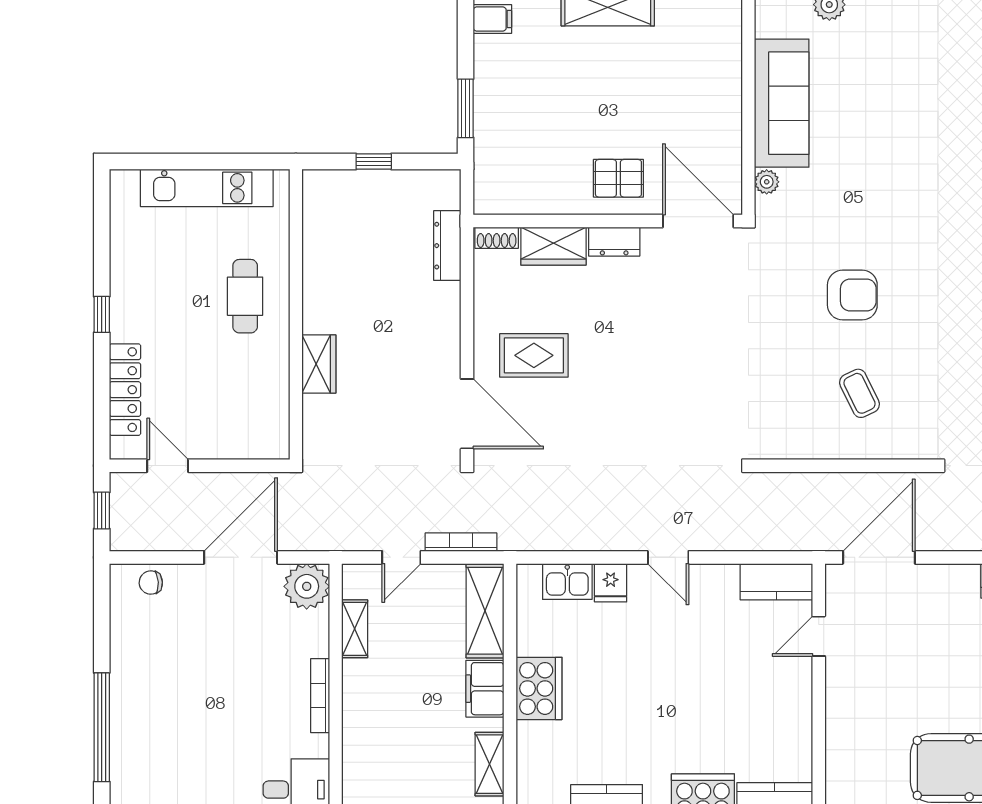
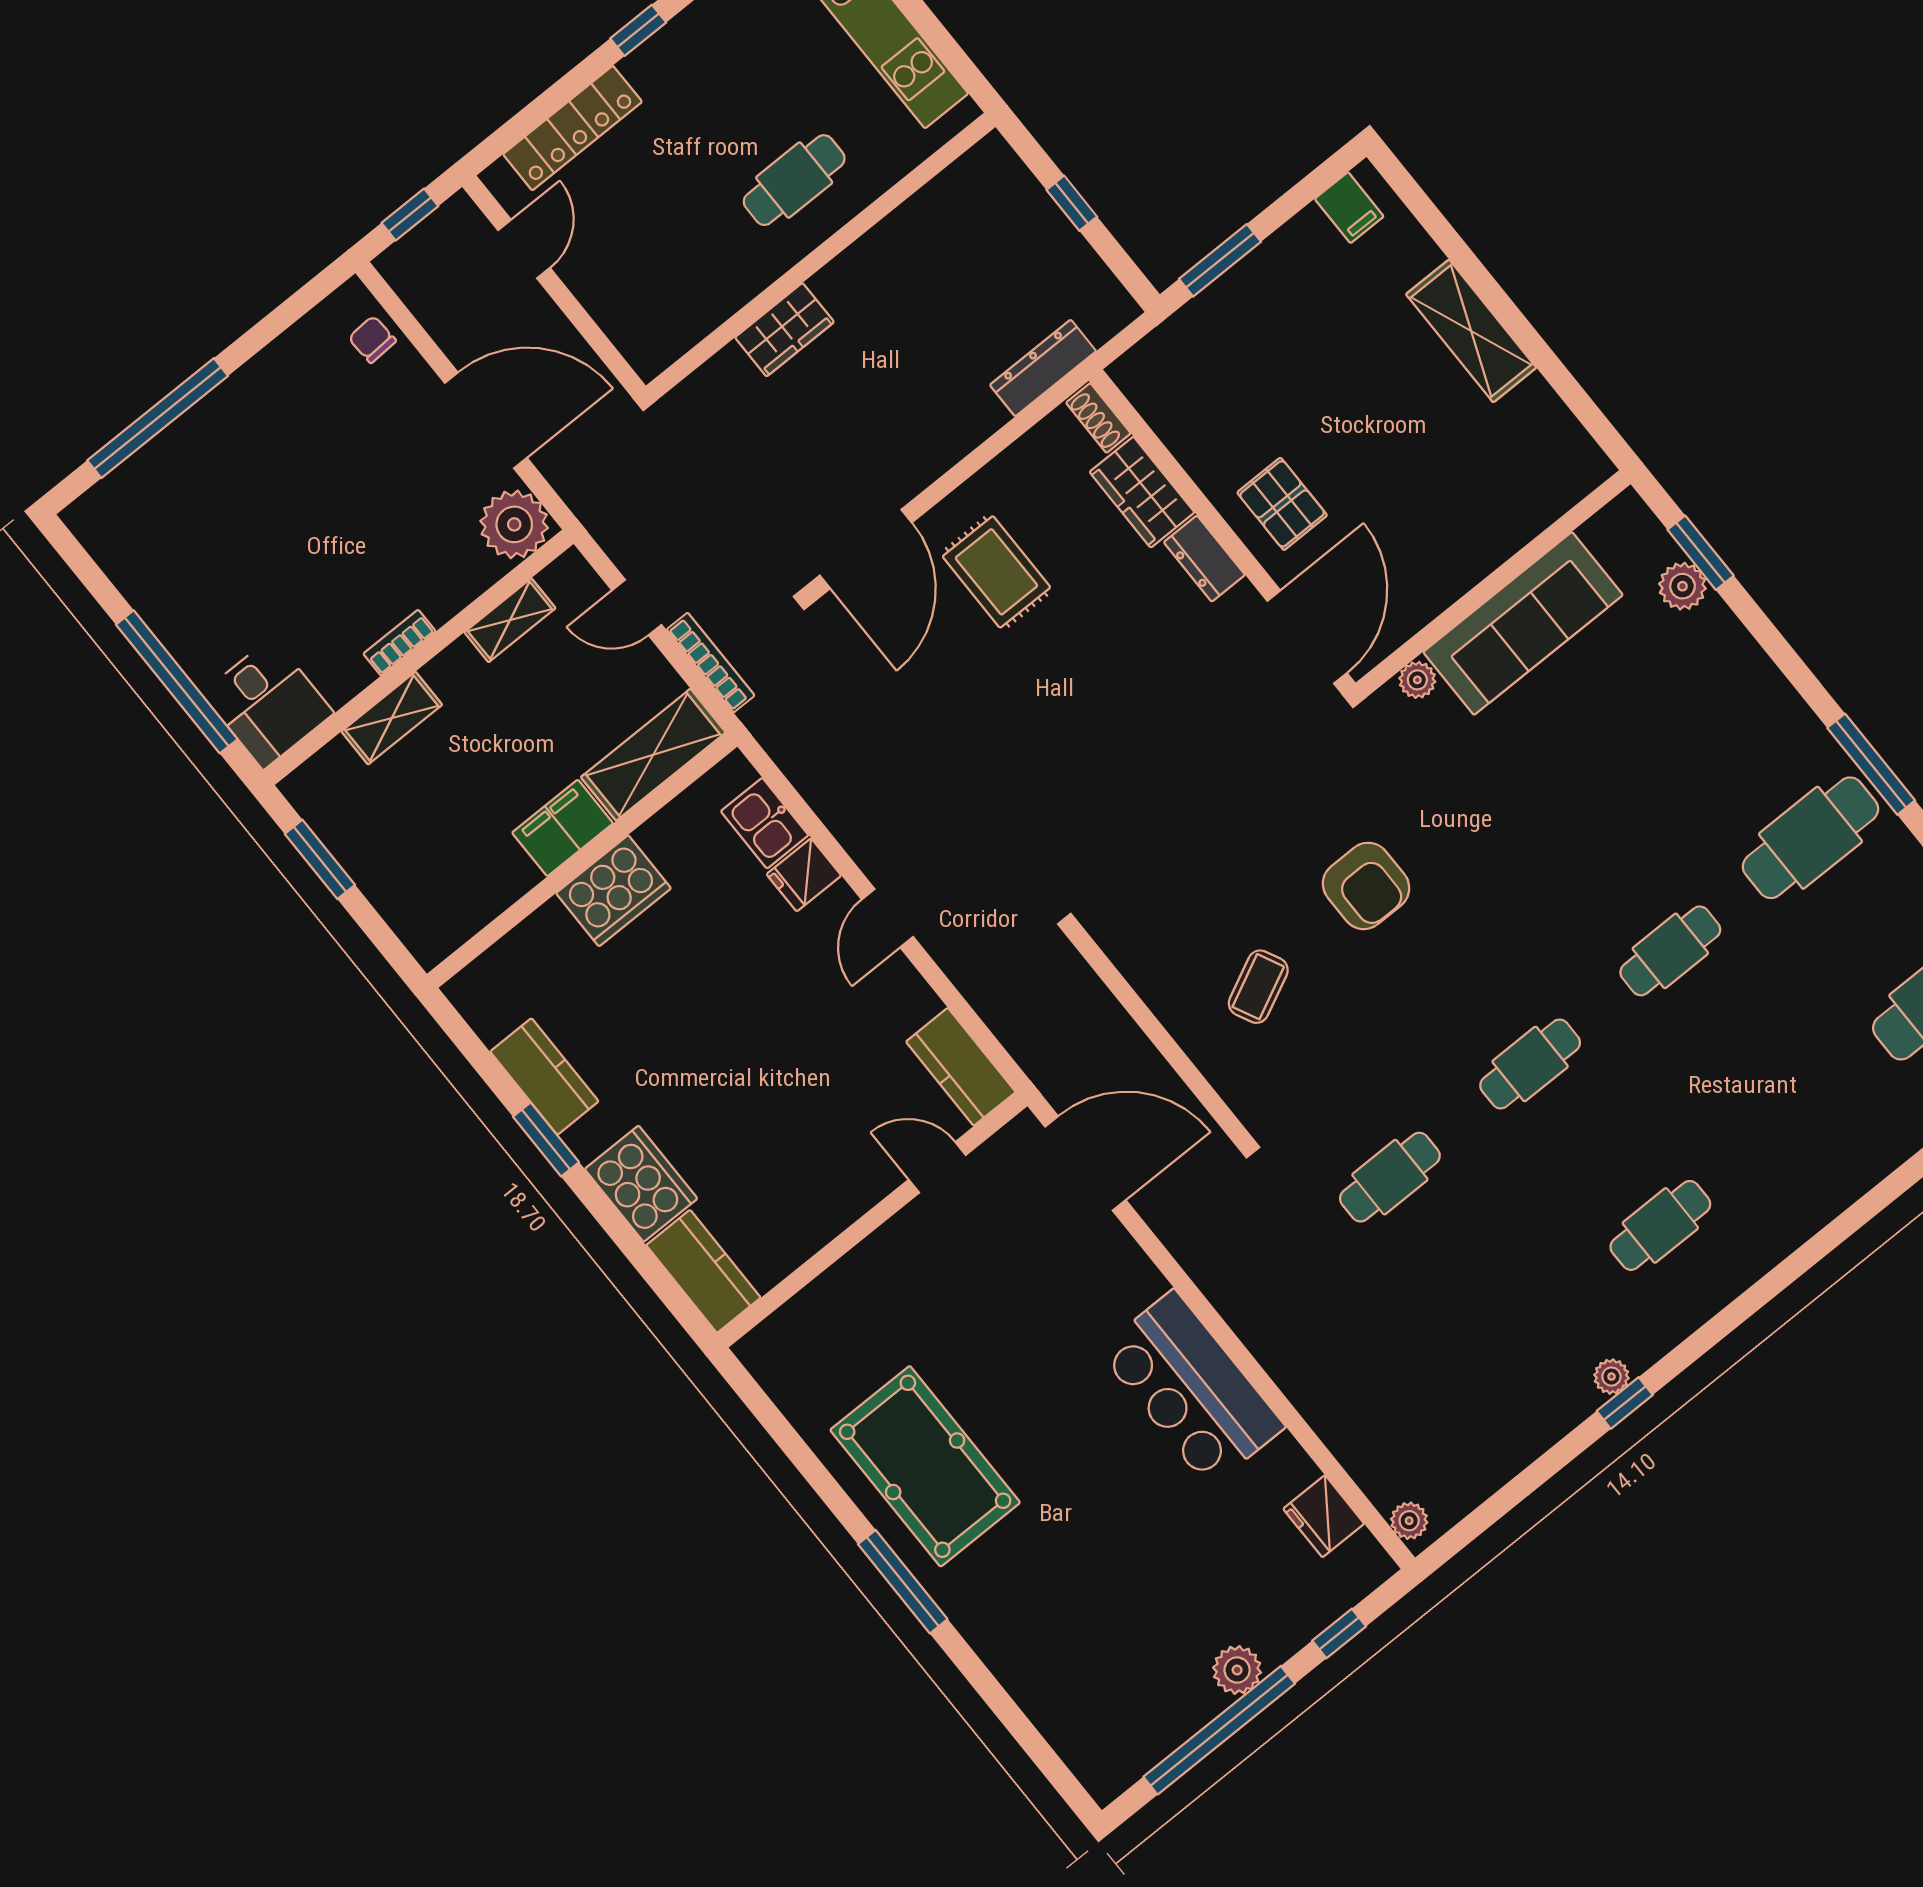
bookcase: (320, 696) -> (399, 643), width x0.64
shelving: (489, 764) -> (392, 718), moved

